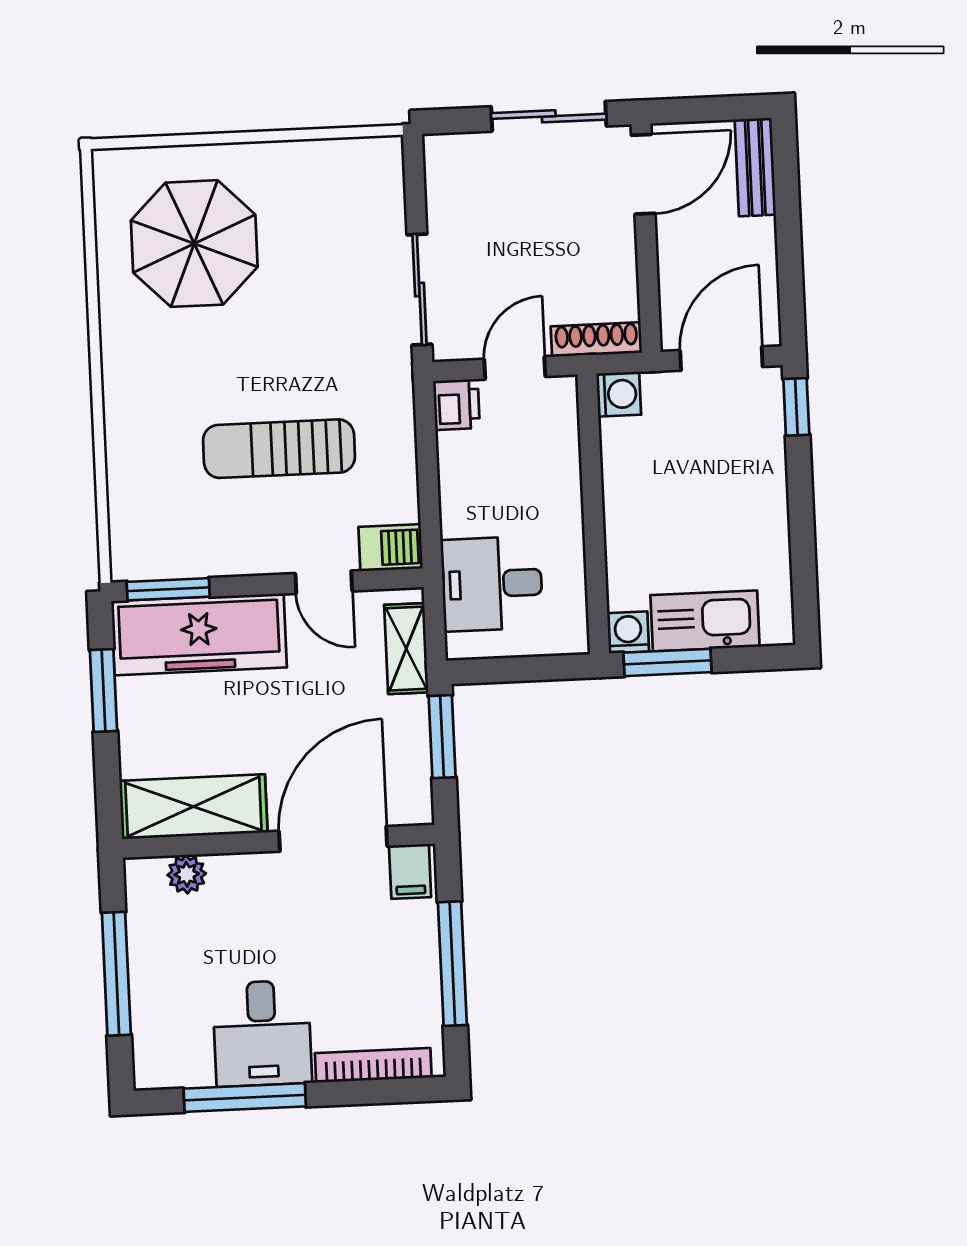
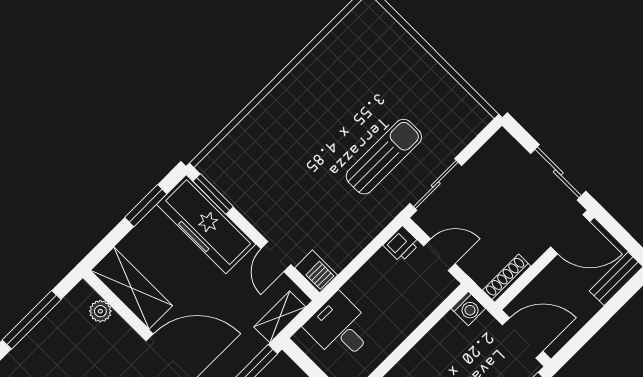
parasol: (194, 244) -> (369, 72), removed
shoe rack: (596, 340) -> (507, 278), moved, turned -90
sun lounger: (279, 449) -> (384, 157), moved, turned 90

